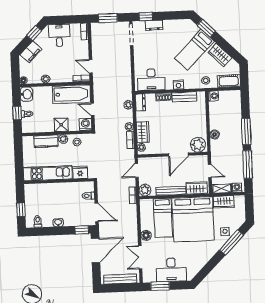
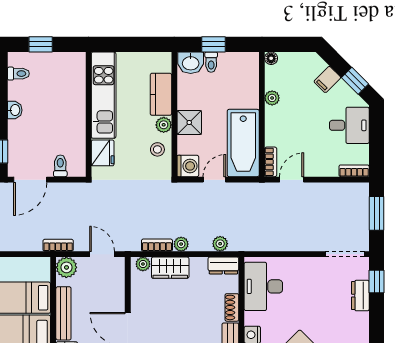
filing cabinet: (31, 52) -> (327, 79), width x0.50
washbasin: (26, 94) -> (191, 63), moved

